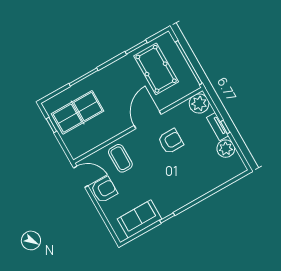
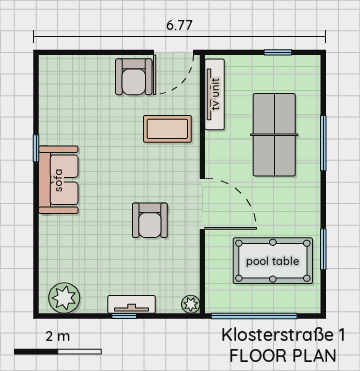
plant: (199, 104) -> (191, 304), width x0.53, depth x0.53
table tennis table: (78, 112) -> (274, 135), moved
tv unit: (90, 145) -> (215, 94), added
plant: (226, 149) -> (64, 298), moved
sofa: (140, 219) -> (58, 180), moved

